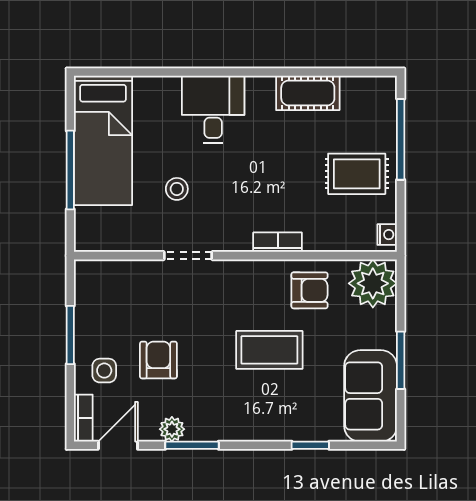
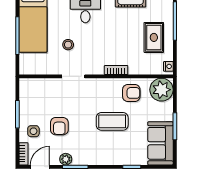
rug: (357, 174) -> (154, 37), turned 90
armchair: (158, 360) -> (59, 126), turned 180

